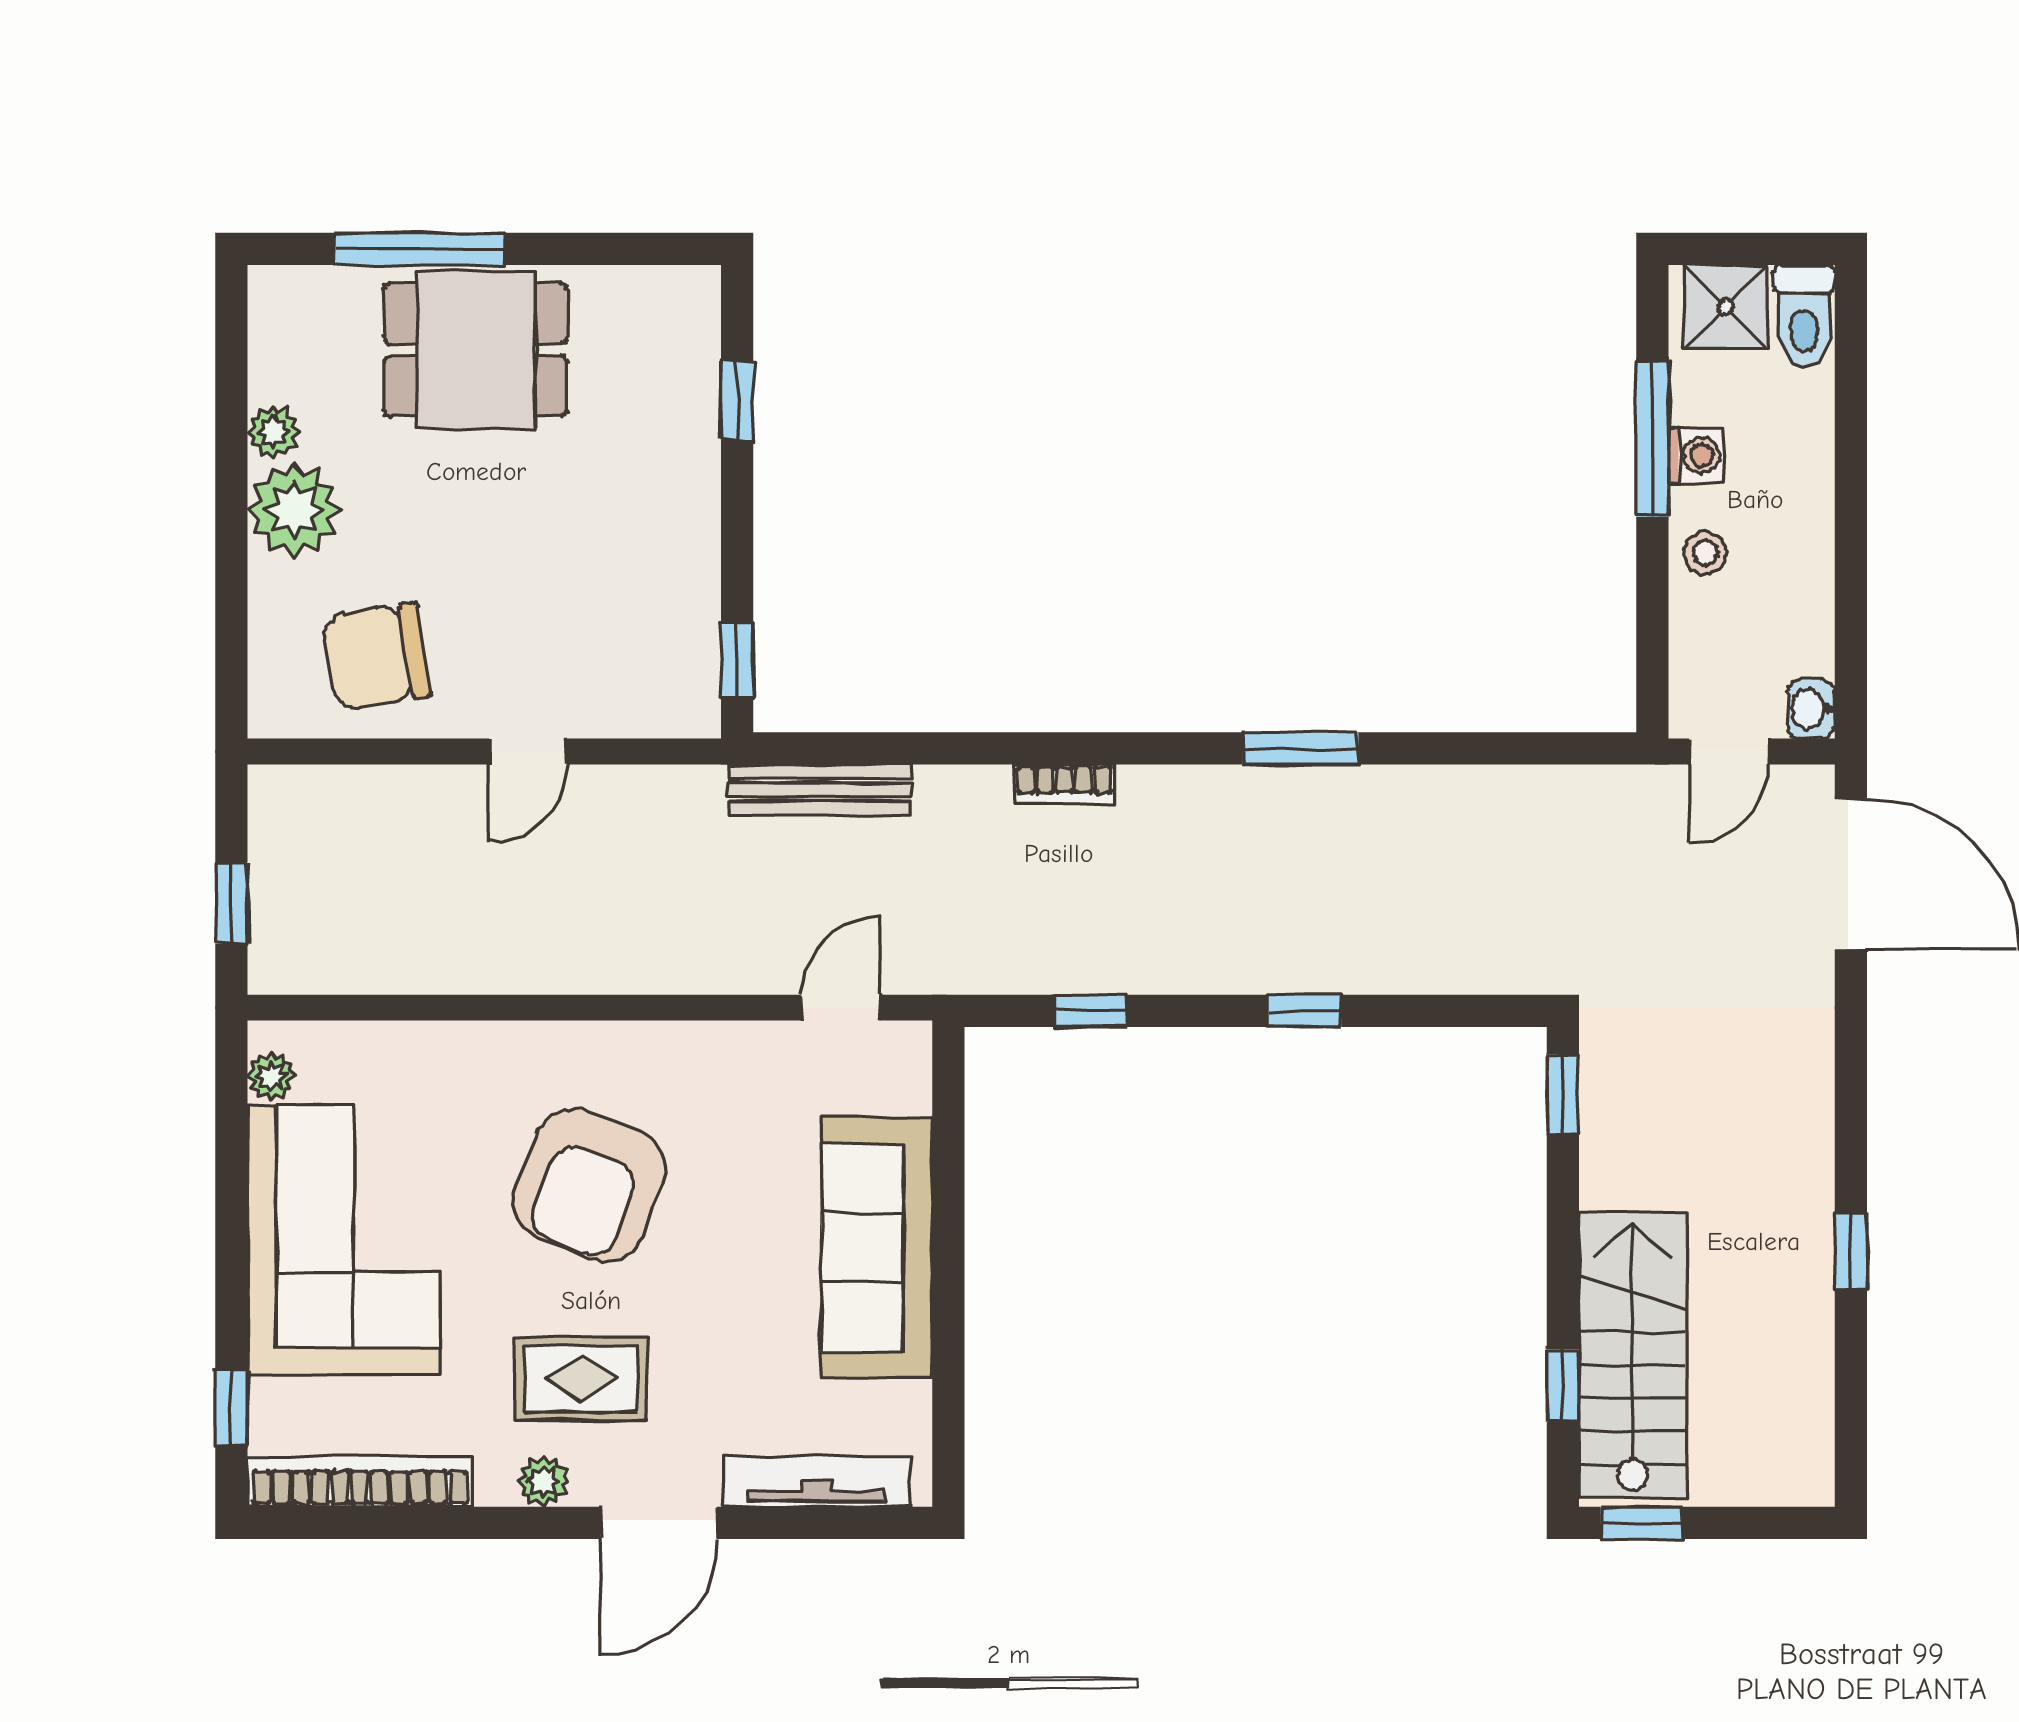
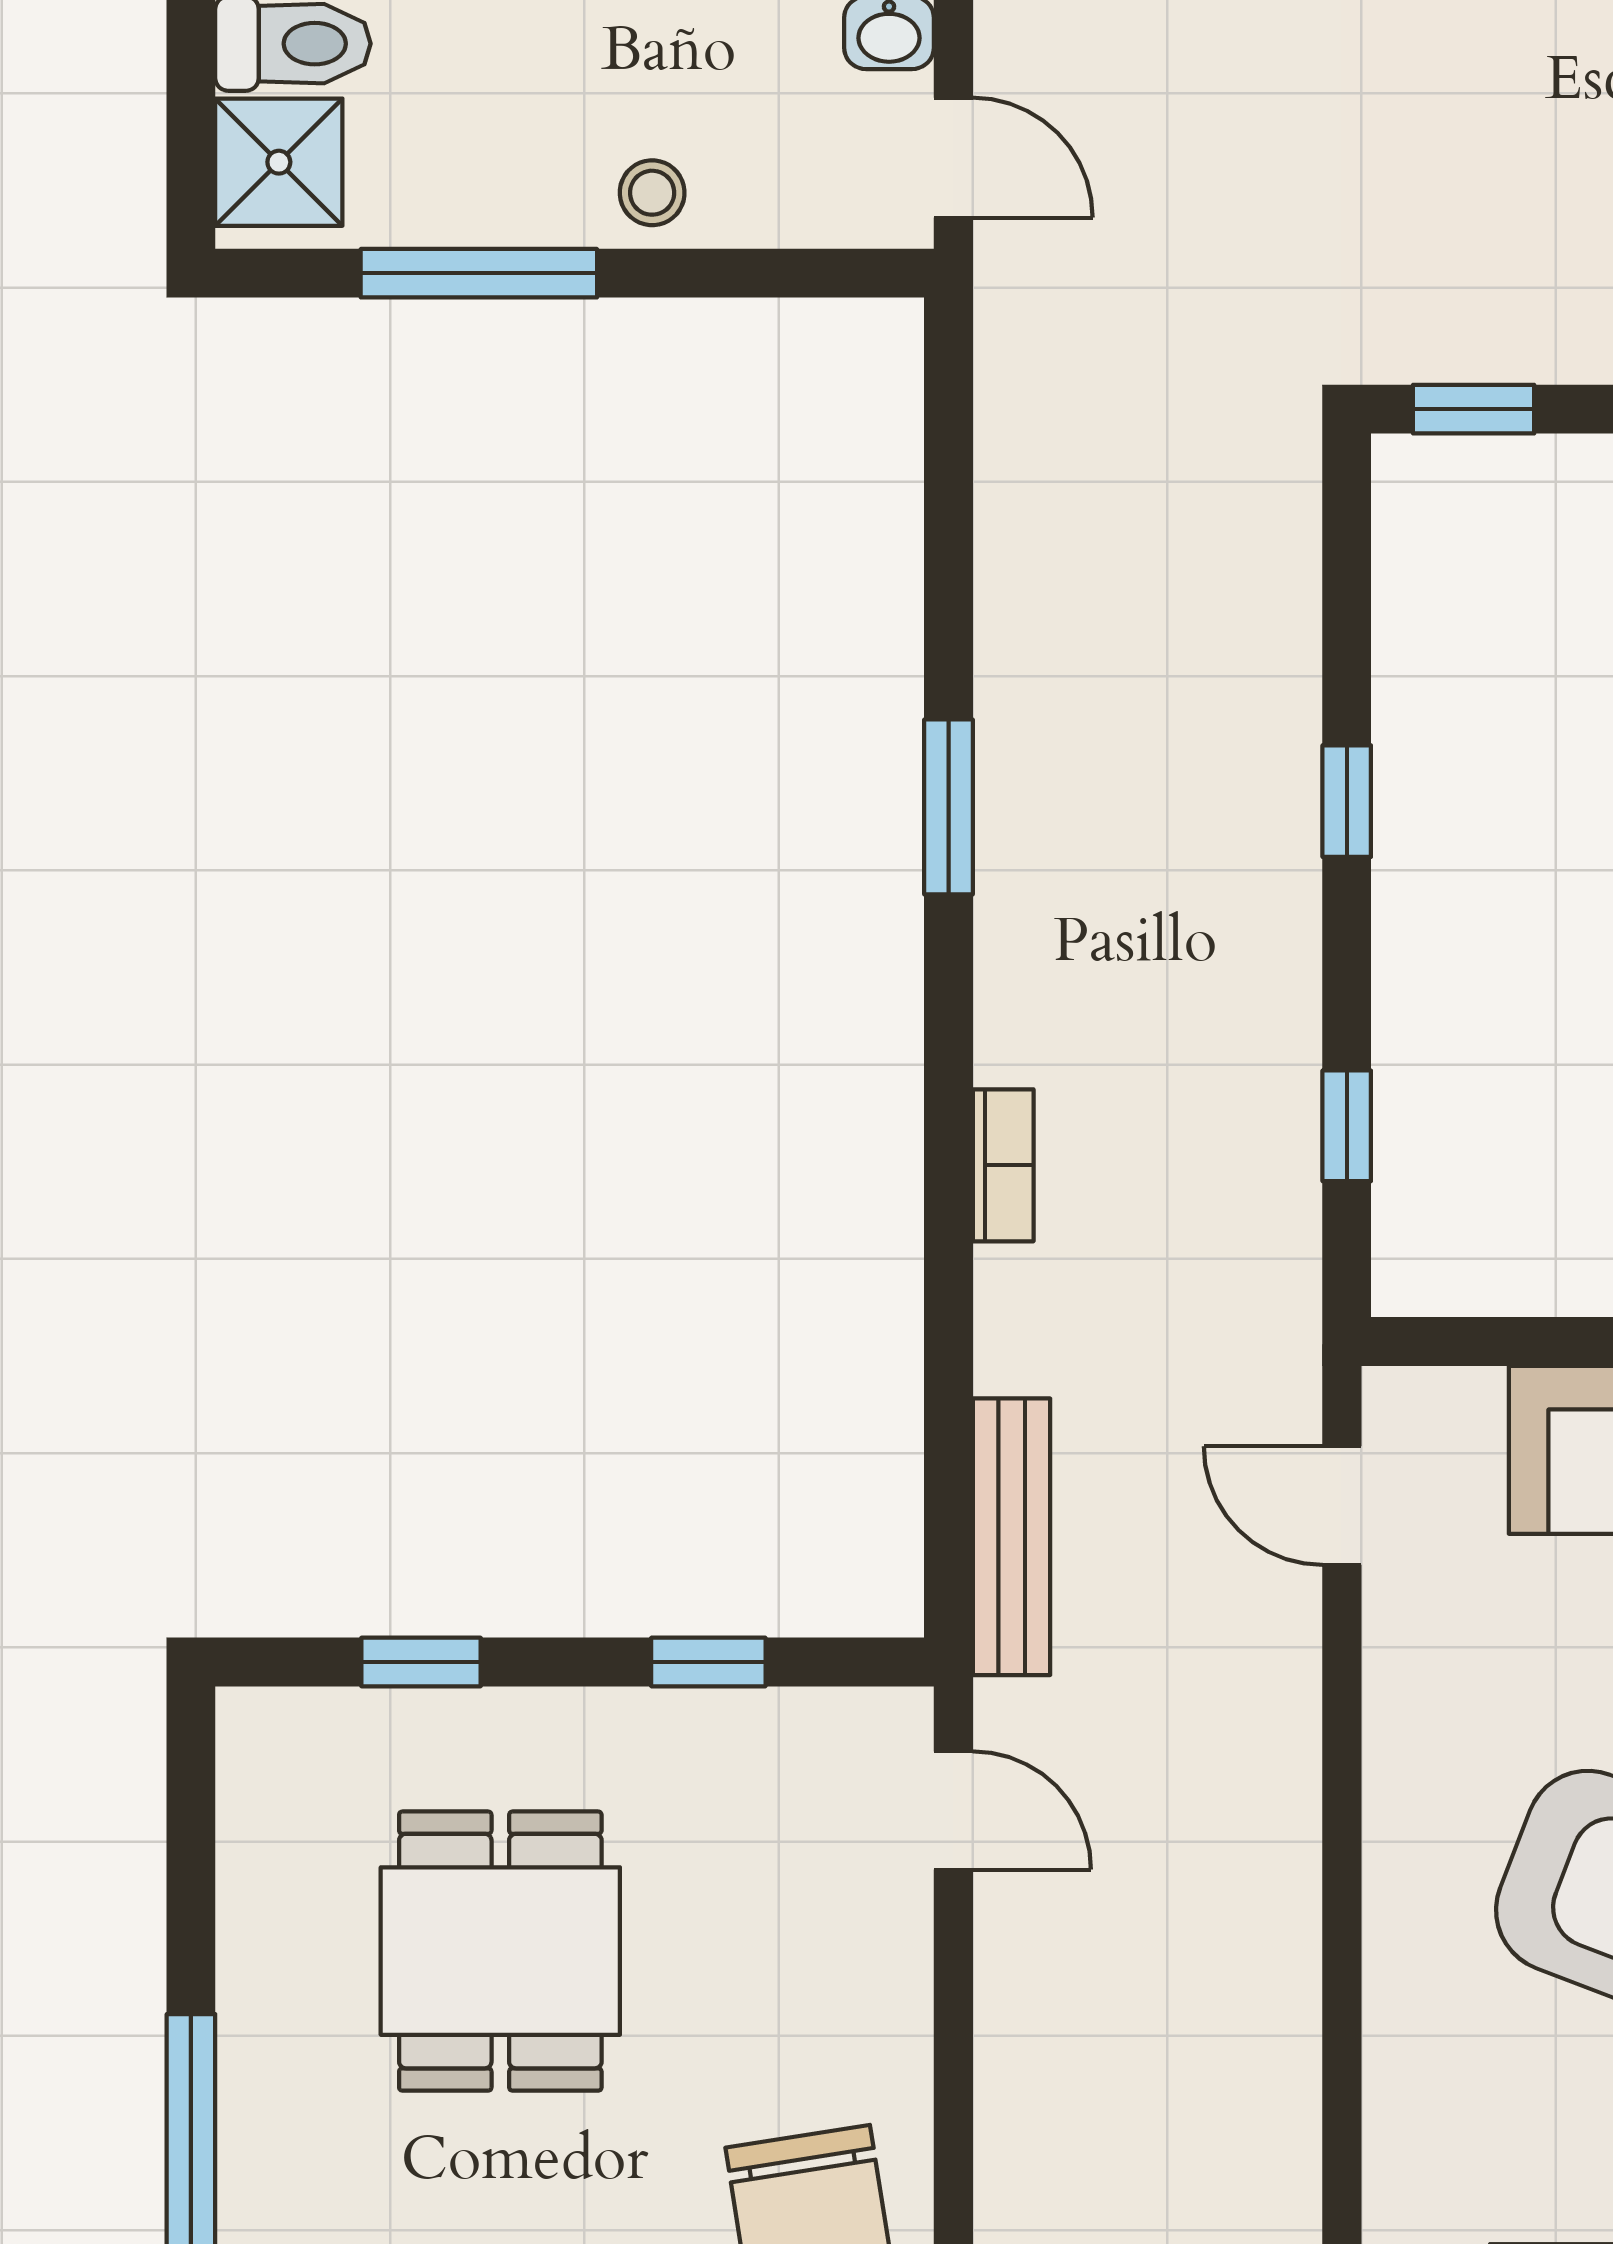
dining table: (476, 350) -> (500, 1951), moved
washing machine: (1696, 455) -> (504, 207), removed
window: (737, 660) -> (708, 1662), moved
door: (528, 752) -> (953, 1810), moved

